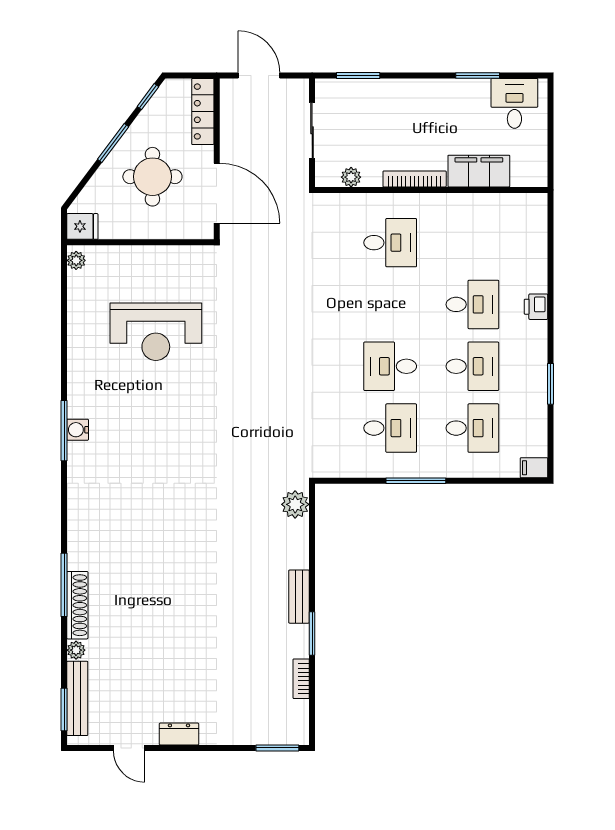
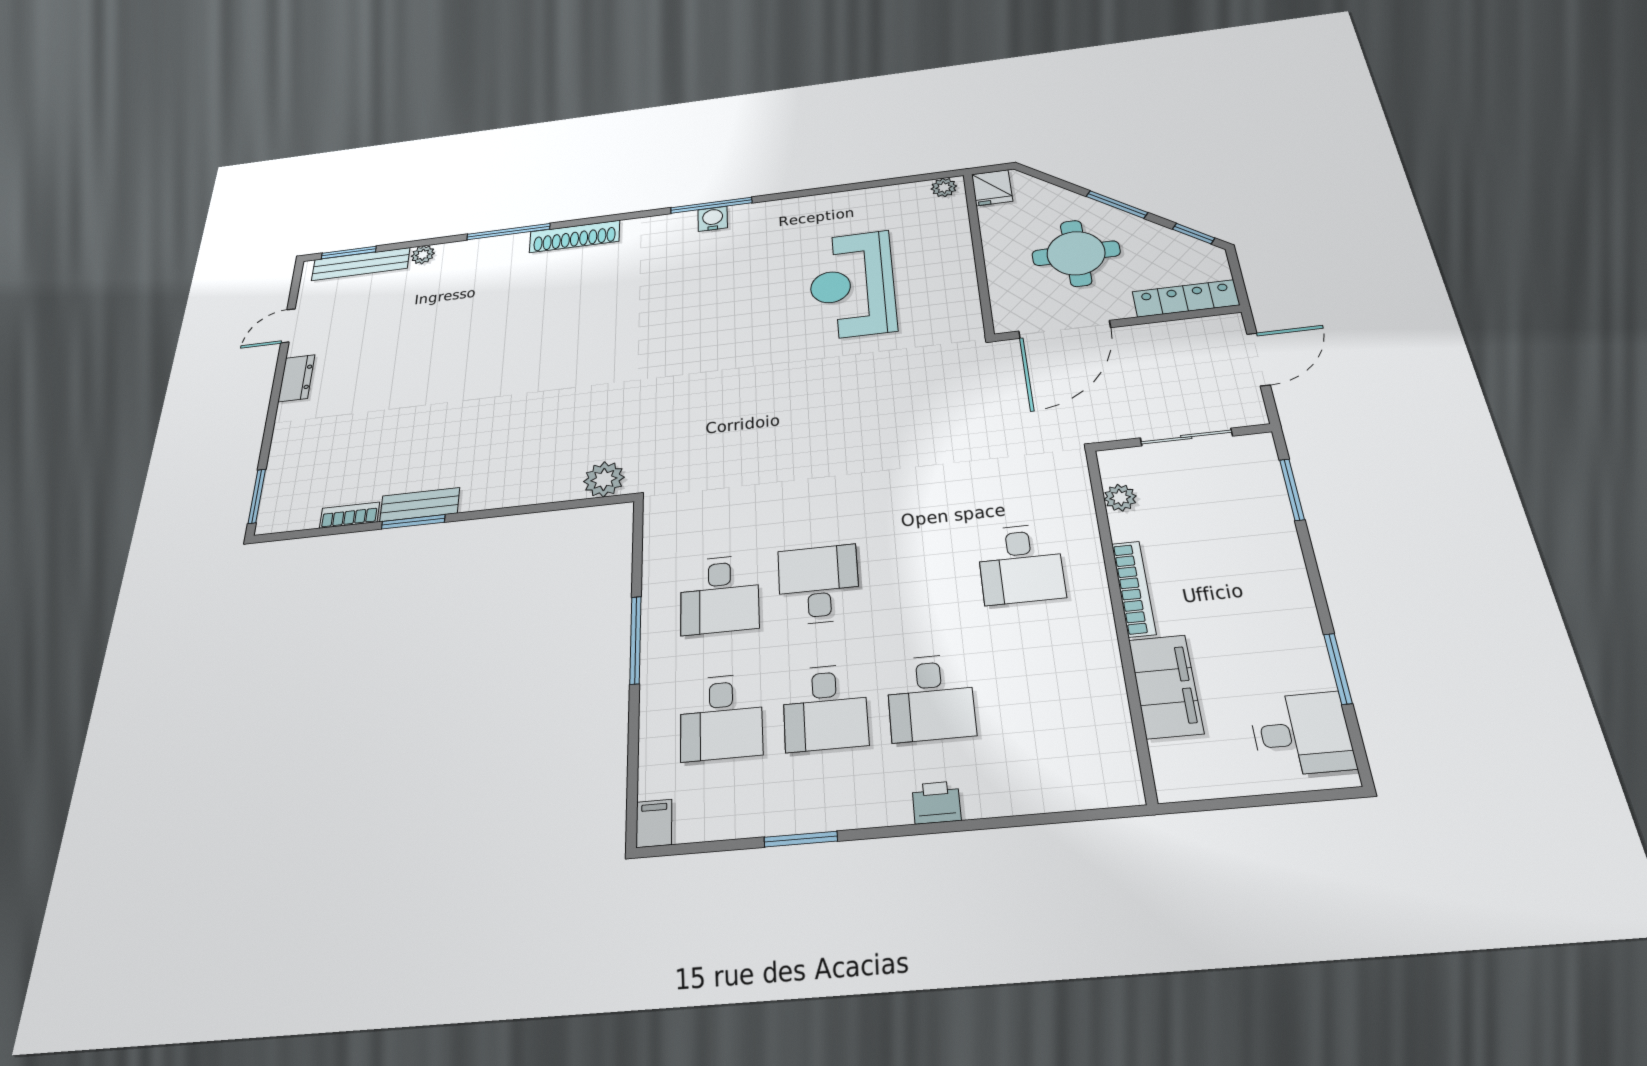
bench: (299, 597) -> (420, 505), moved
shoe rack: (77, 605) -> (575, 236), moved

